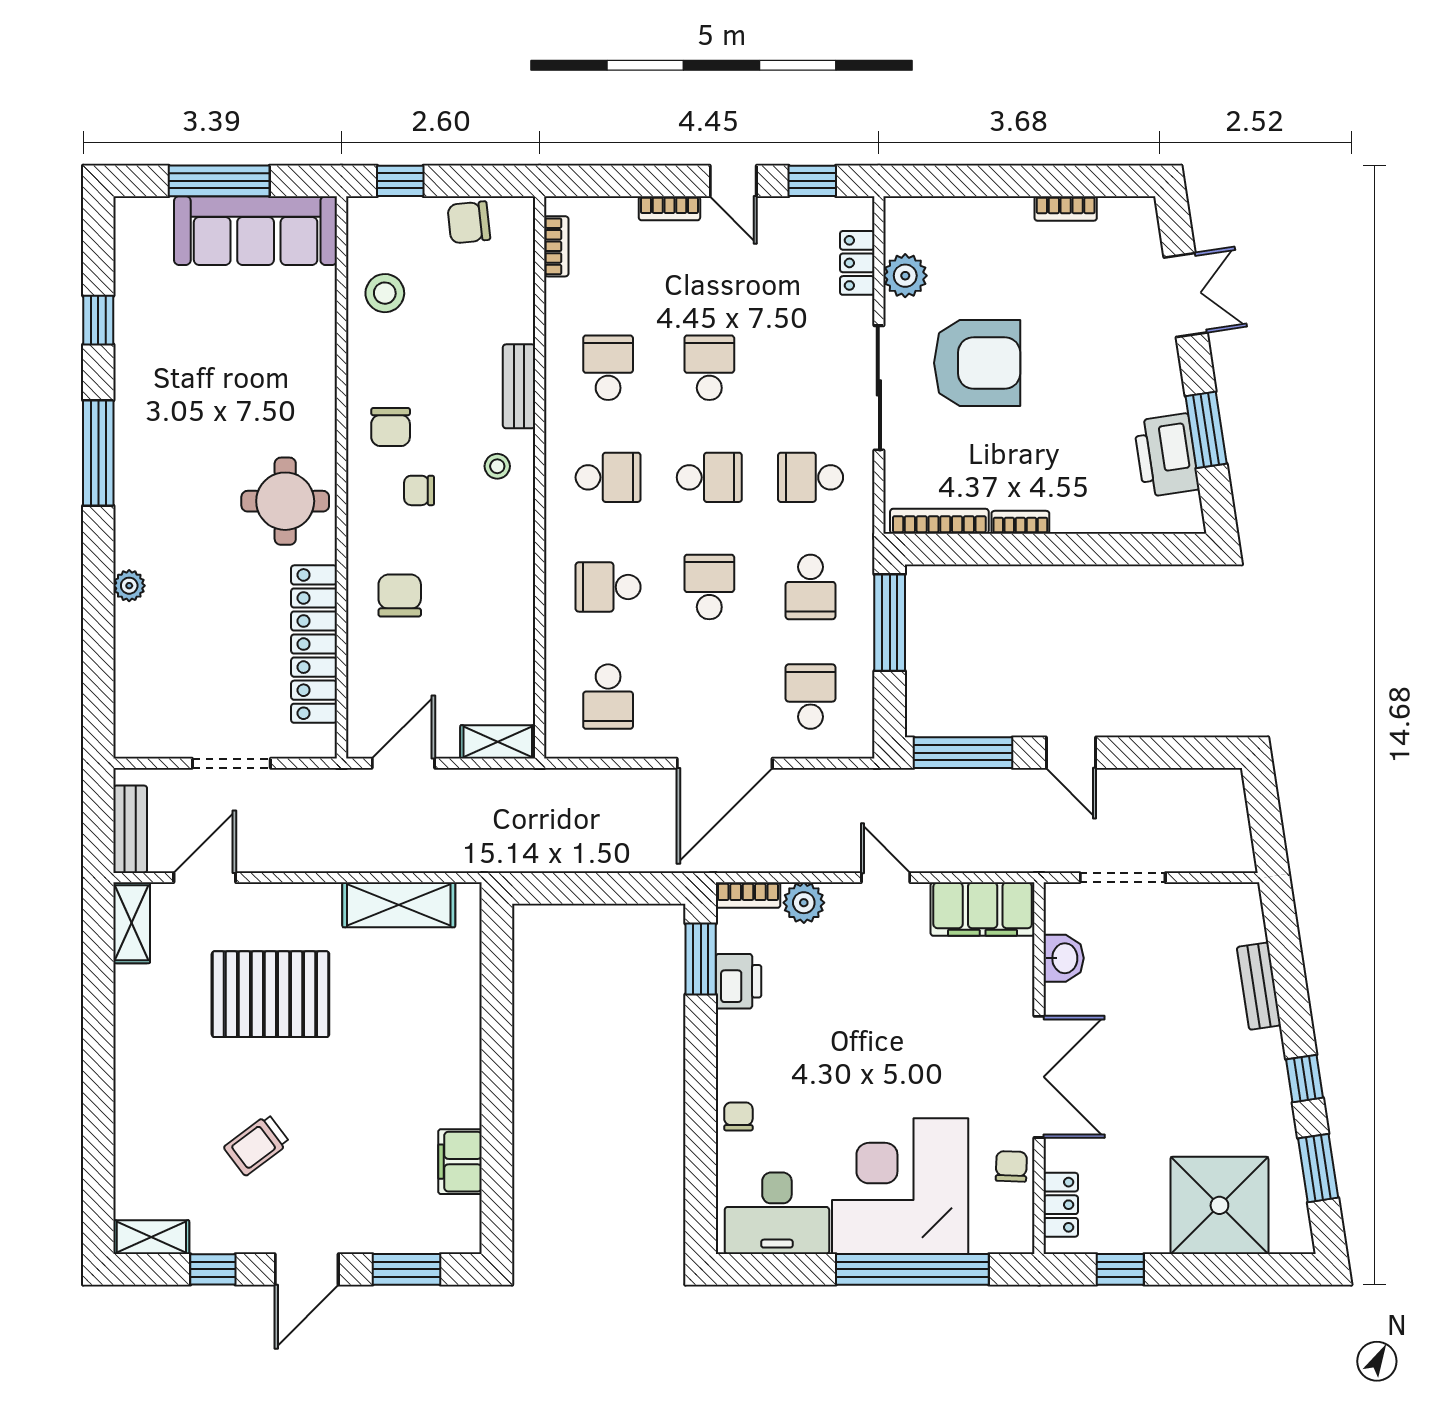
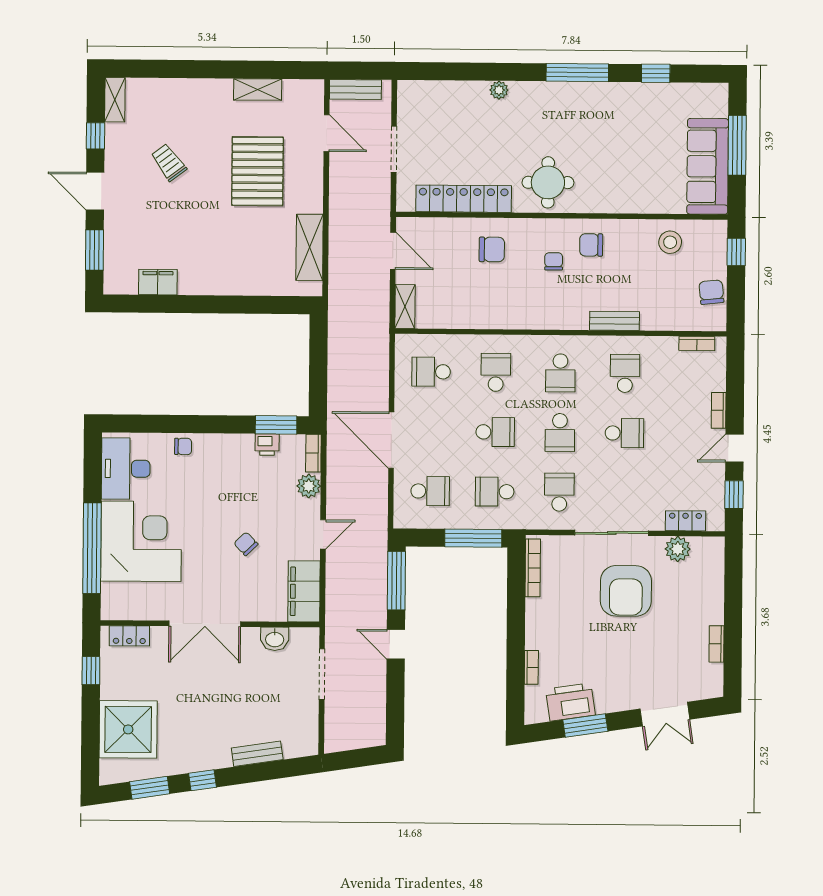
school desk: (608, 368) -> (625, 373), turned -90
stool: (497, 466) -> (567, 308), removed
bookcase: (1020, 522) -> (531, 667), moved
door: (1071, 753) -> (396, 644), hinge flipped
shelving: (132, 923) -> (258, 89), moved
printer: (738, 981) -> (267, 445), width x0.73, depth x0.81
chair: (1011, 1166) -> (246, 544), moved, turned -136

